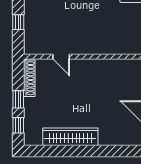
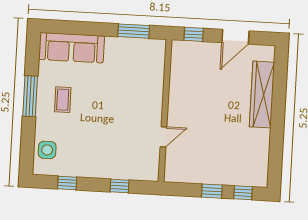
shoe rack: (29, 78) -> (187, 176), removed
wardrobe: (70, 137) -> (262, 95), moved

